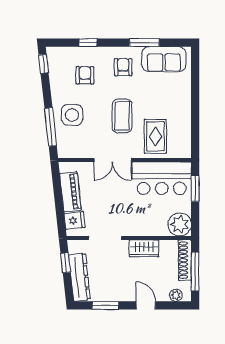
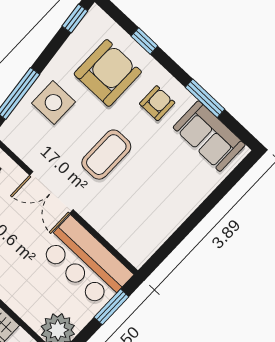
armchair: (85, 75) -> (108, 73), width x1.88, depth x1.88
rug: (155, 136) -> (121, 210), removed

